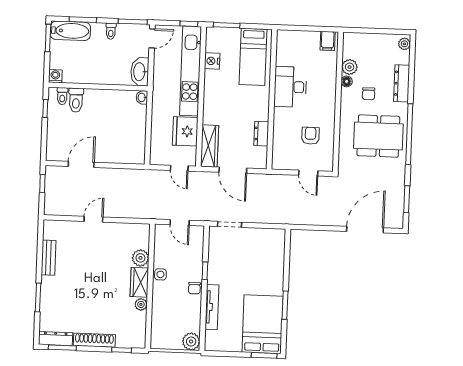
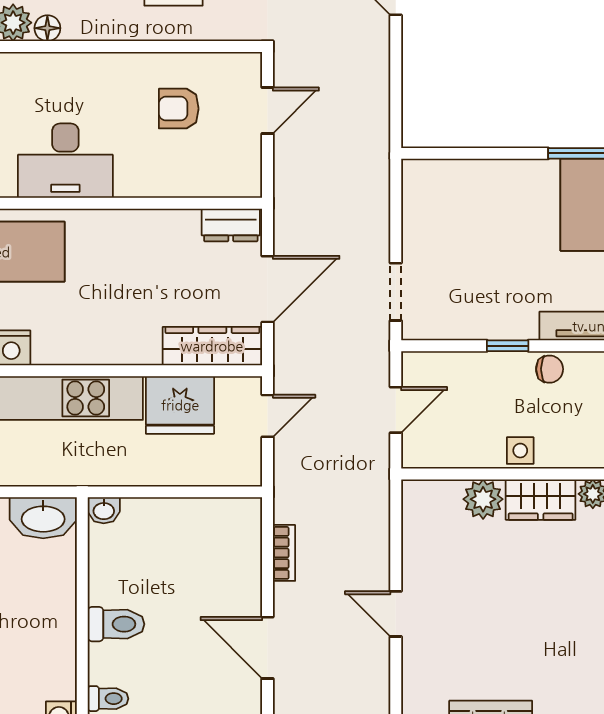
toilet: (76, 100) -> (116, 624), moved
dresser: (261, 134) -> (231, 225), moved
bookcase: (121, 173) -> (284, 553), added

